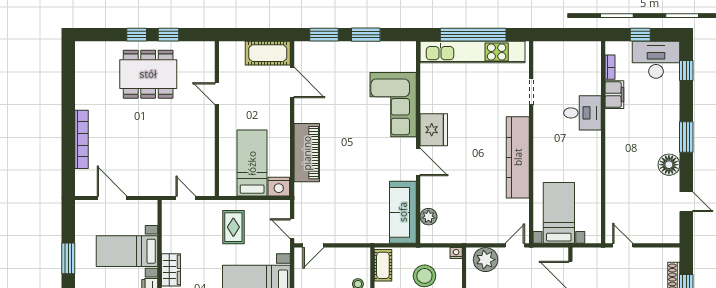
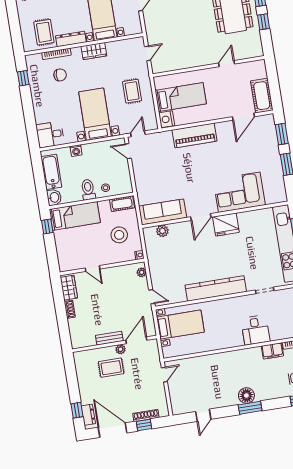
floor lamp: (669, 165) -> (246, 396), moved
rug: (233, 227) -> (132, 91), turned 90
plant: (486, 260) -> (142, 272), width x0.53, depth x0.53

